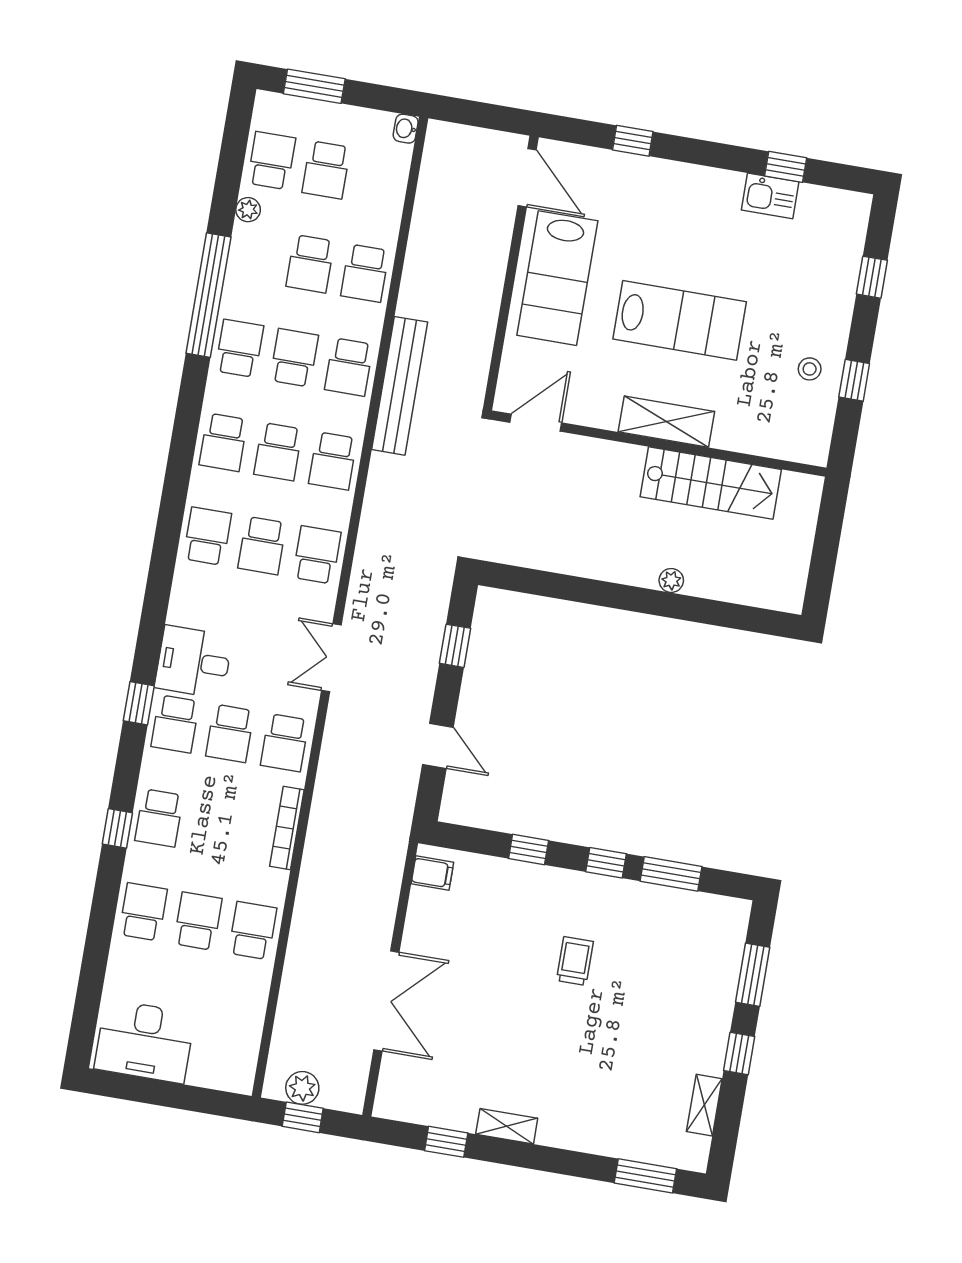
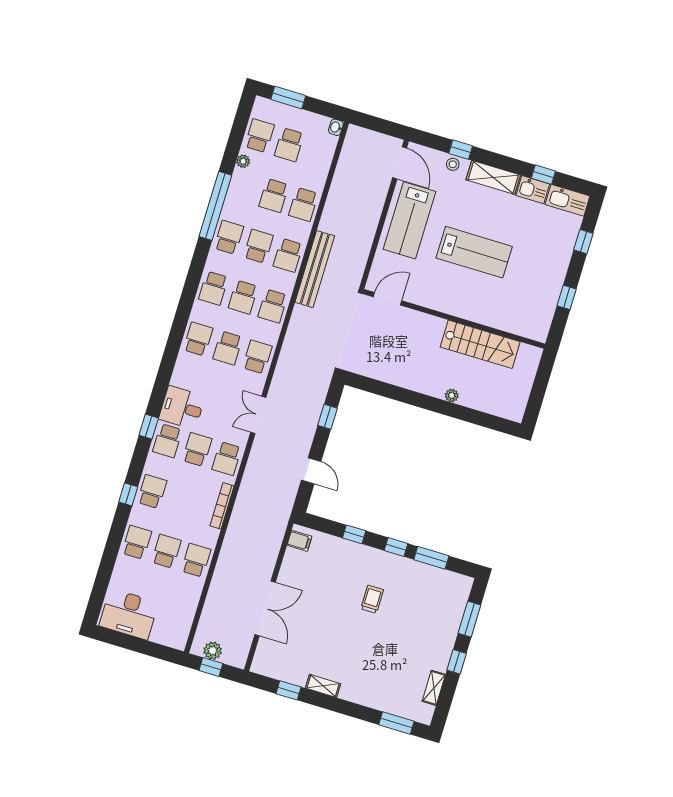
kitchen sink: (834, 207) -> (567, 200), added
stool: (810, 369) -> (453, 164), moved
shelving: (666, 422) -> (493, 177), moved
school desk: (230, 733) -> (197, 450), turned 180
school desk: (159, 818) -> (152, 491), turned 180

